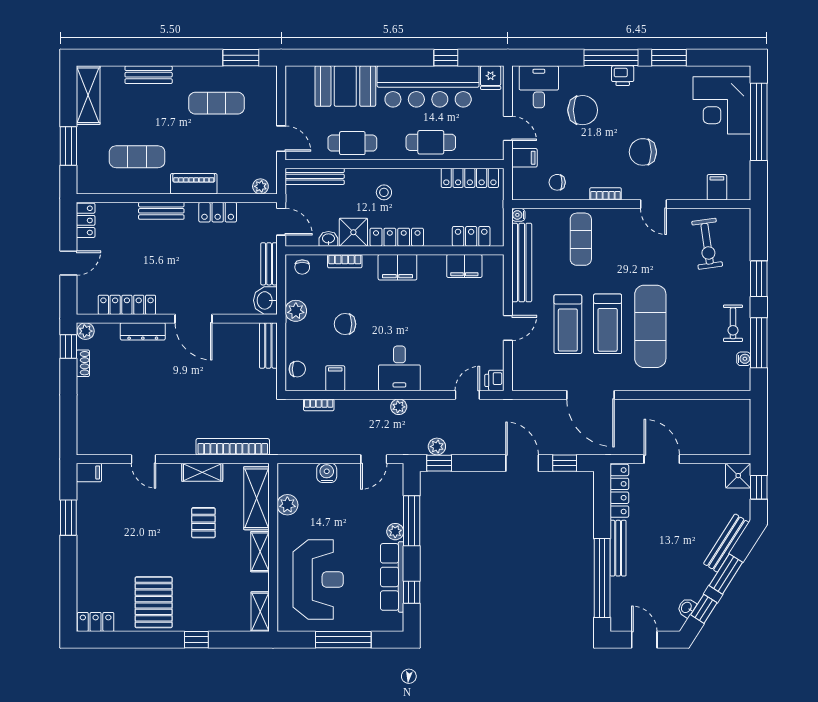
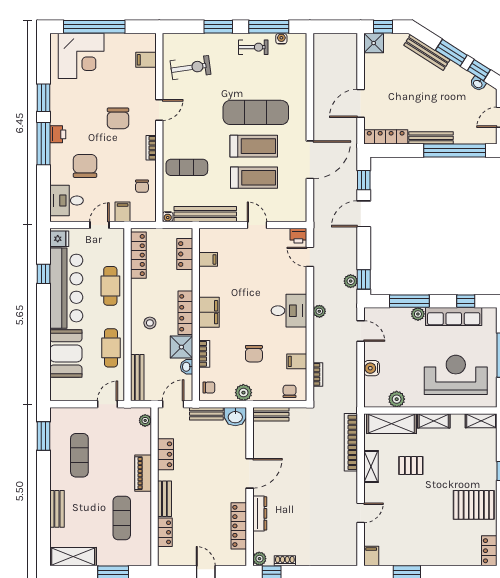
locker: (86, 220) -> (165, 532), moved, turned 90
filing cabinet: (464, 266) -> (208, 259), width x0.50

